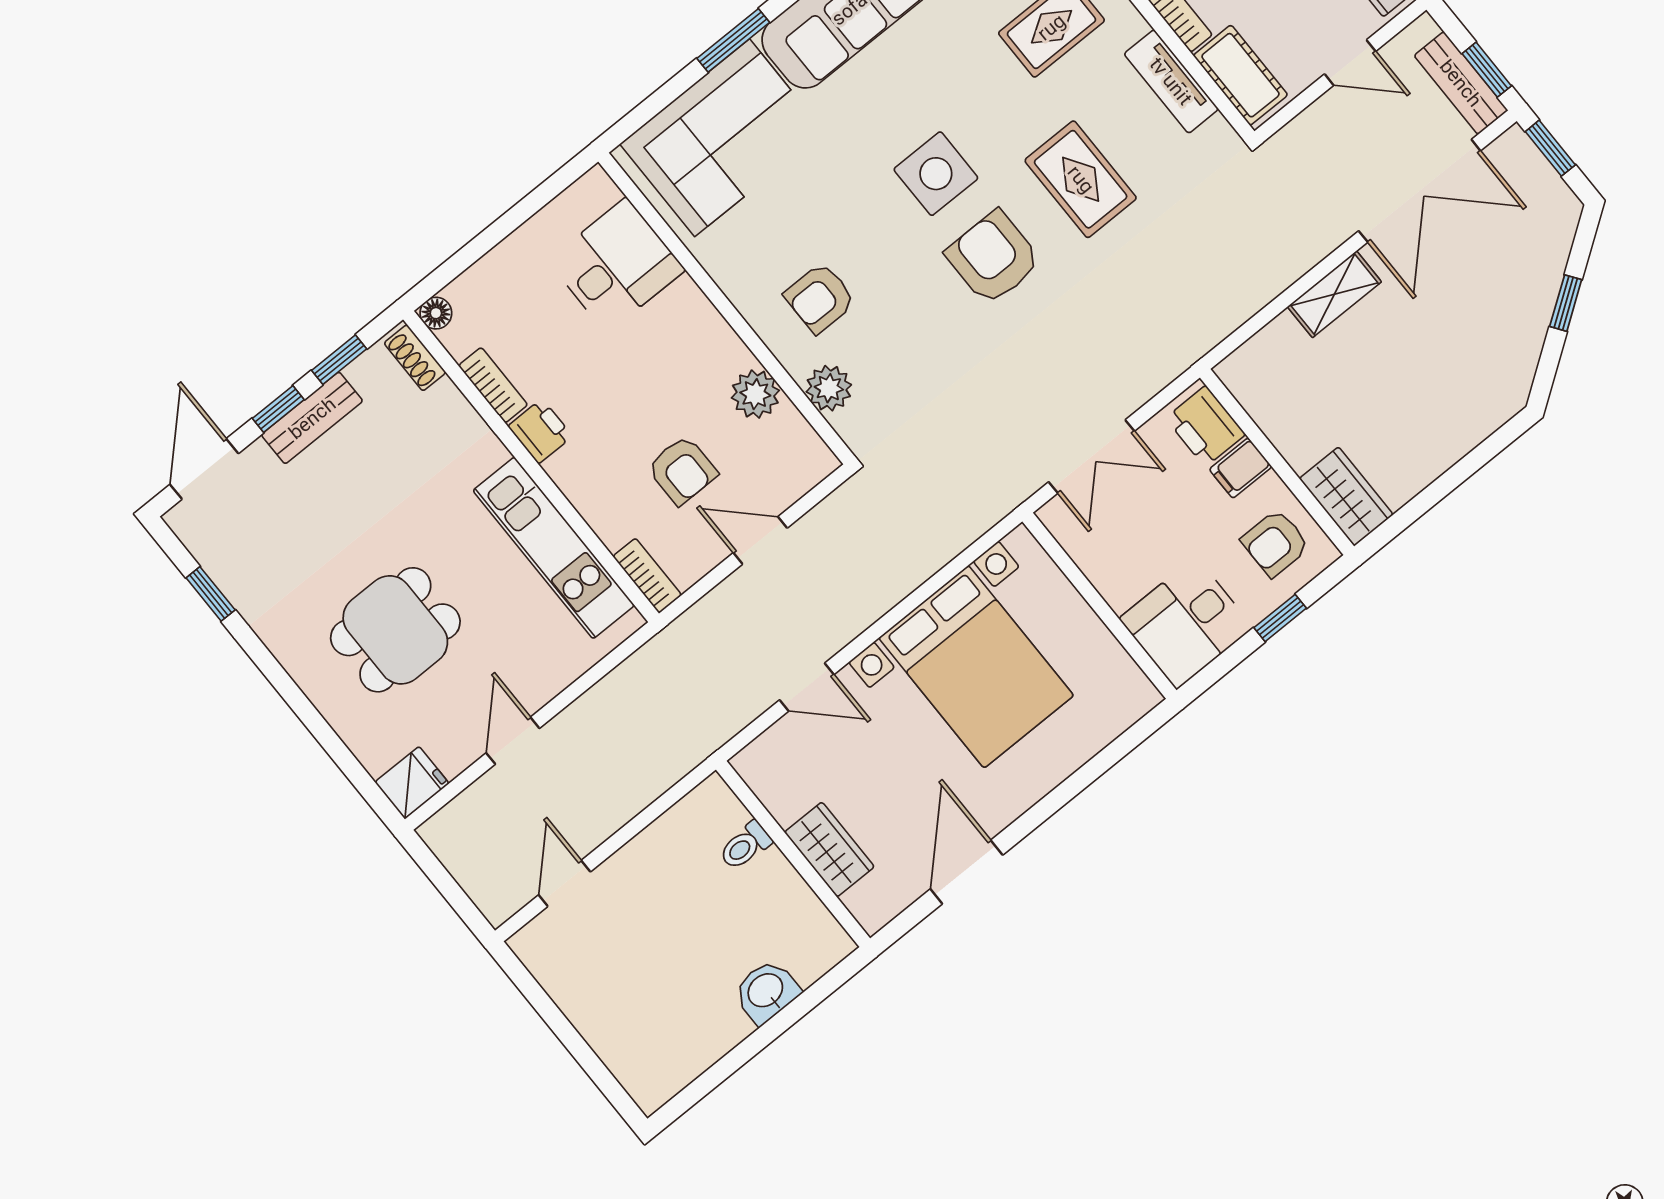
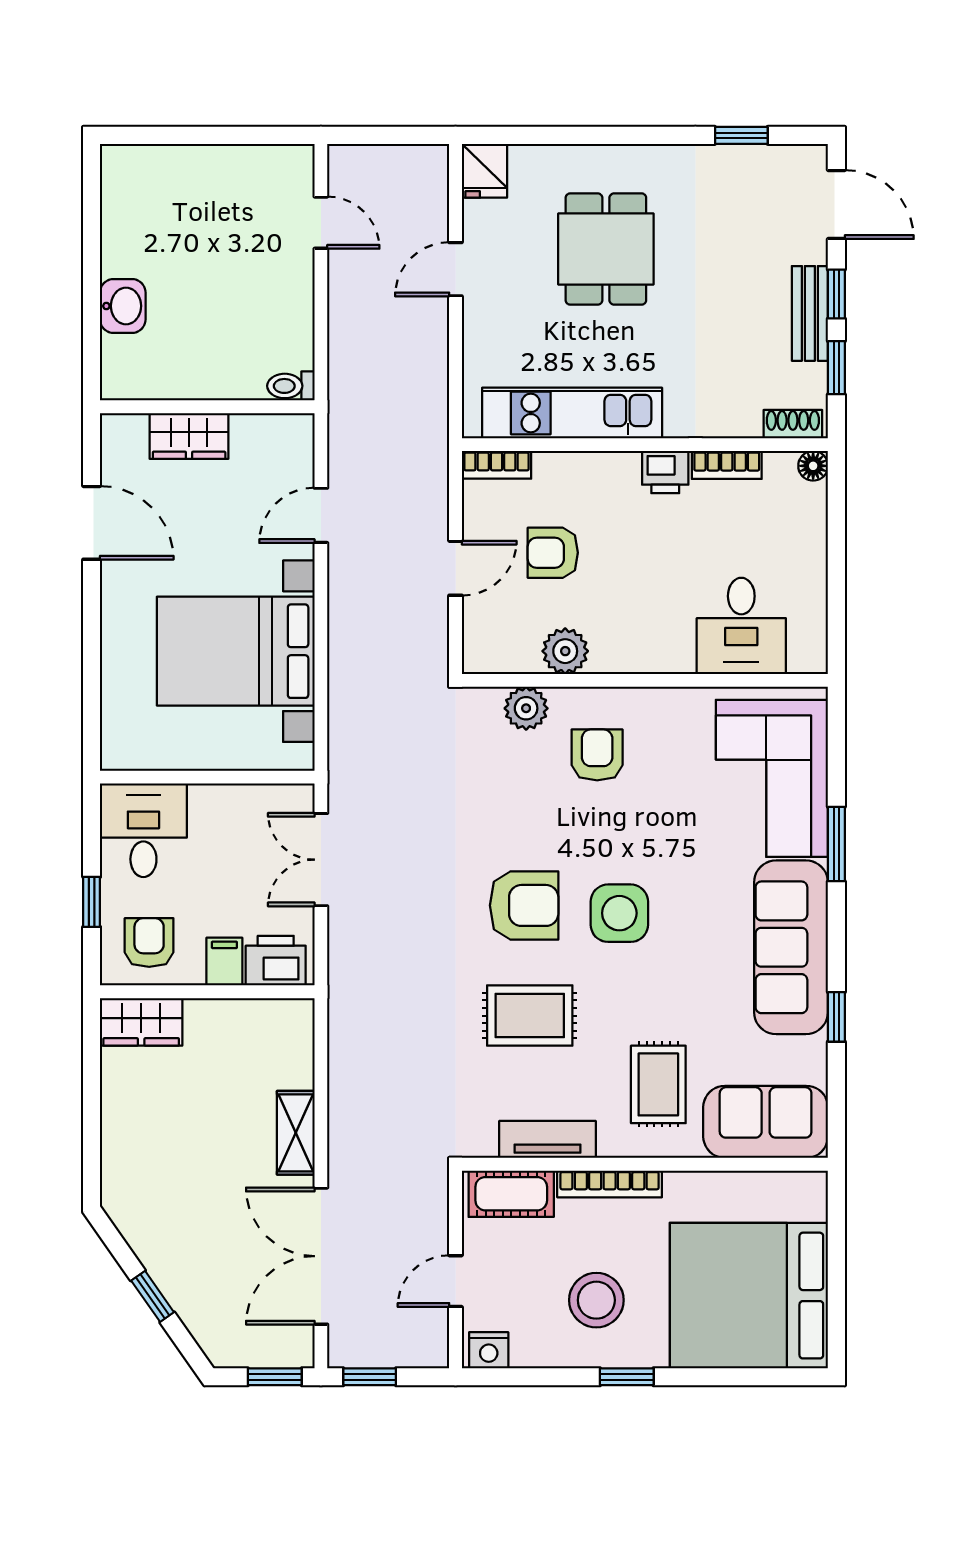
bench: (1461, 83) -> (375, 1350), removed
door: (513, 741) -> (456, 269), swing flipped
toilet: (745, 846) -> (291, 386), moved, turned -90

